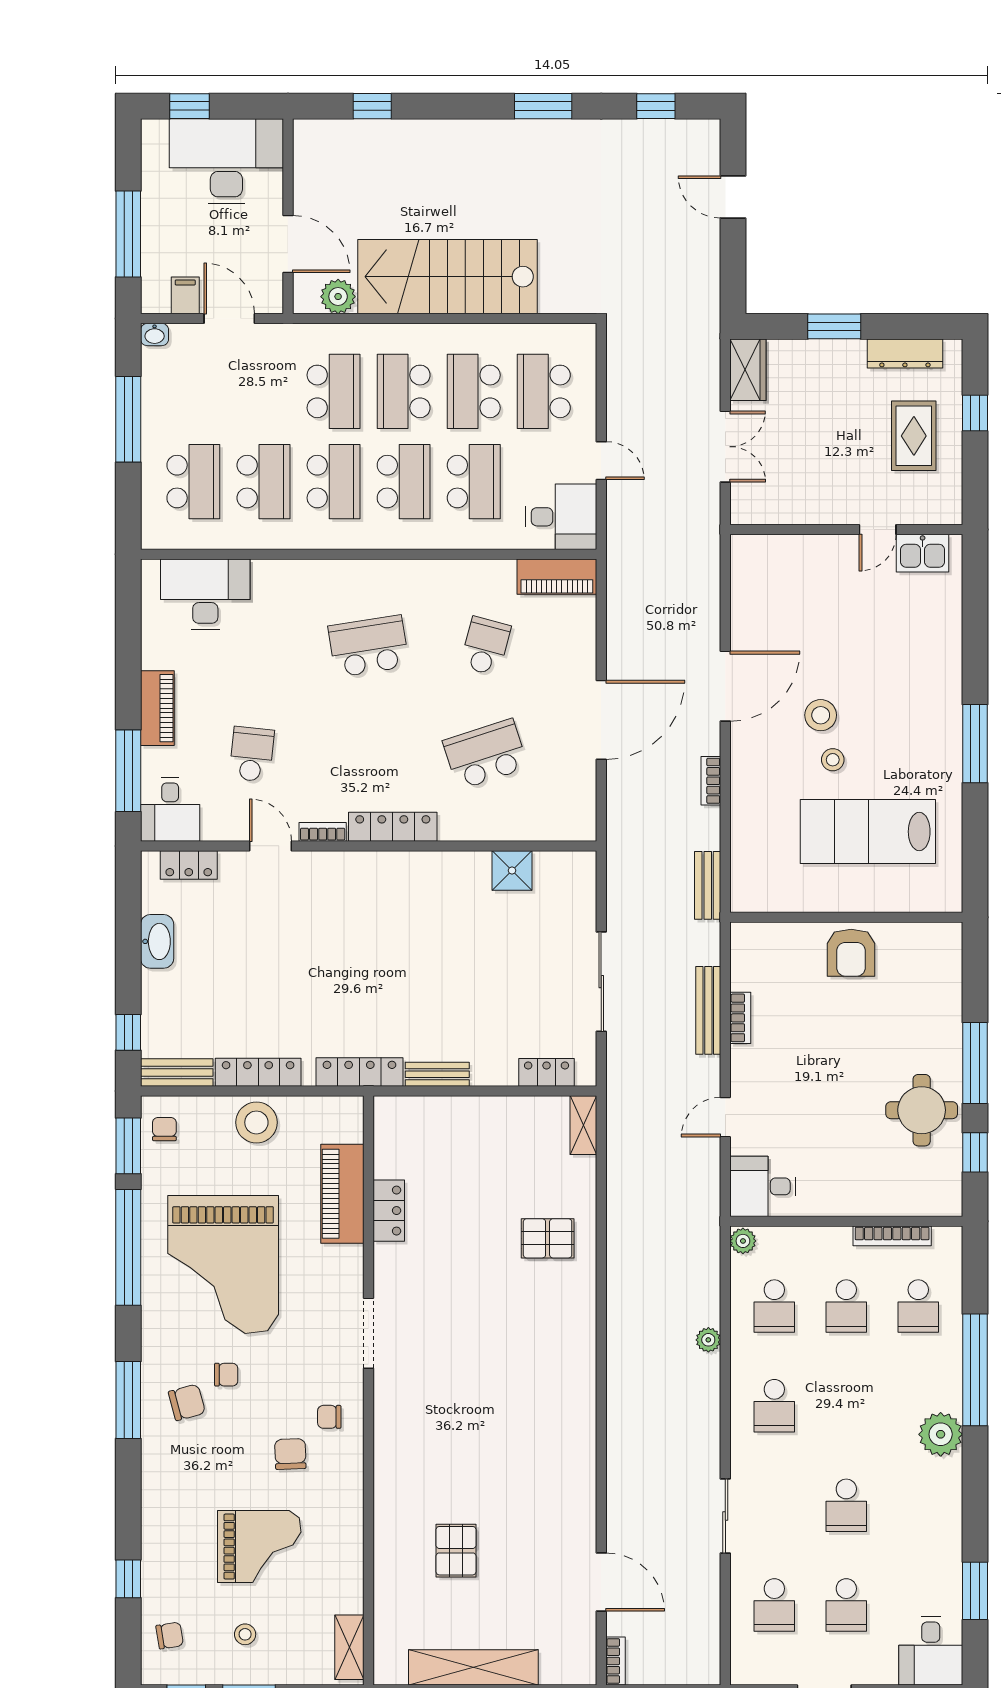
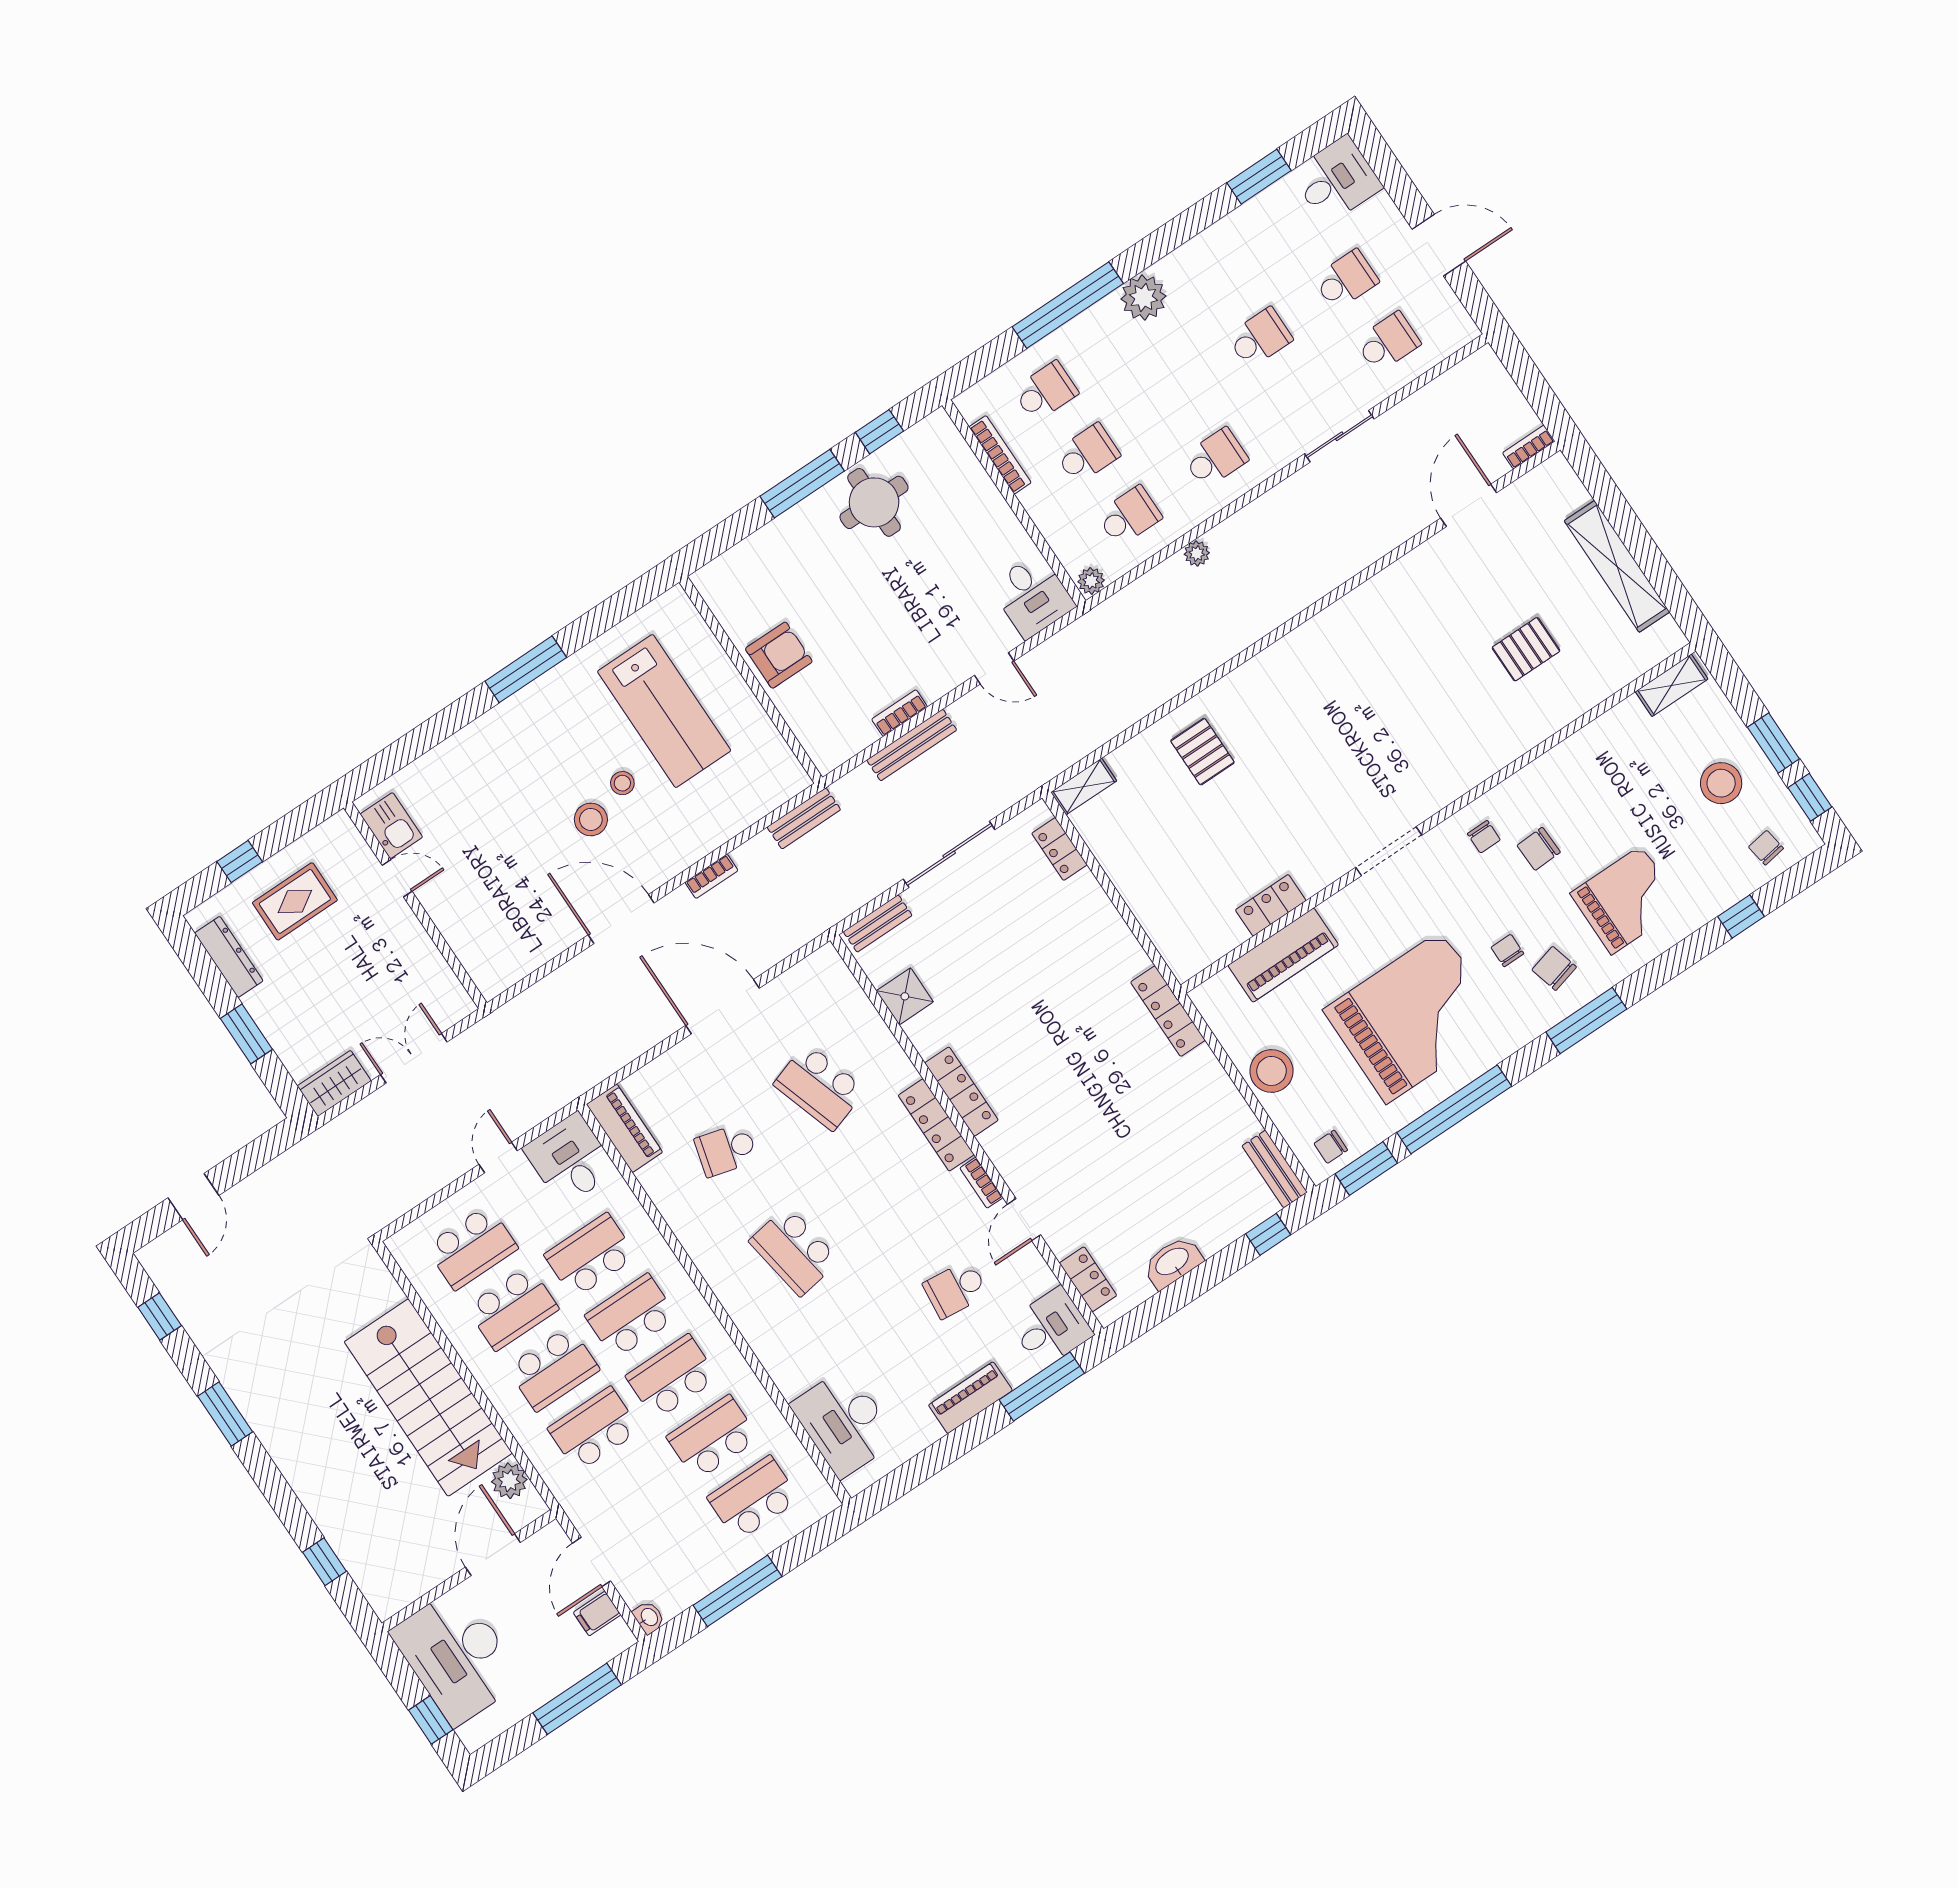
locker: (258, 1072) -> (962, 1092), moved, turned 180
bench: (437, 1074) -> (878, 924), moved, turned 90
grand piano: (259, 1547) -> (1627, 900), moved, turned 90
stool: (245, 1634) -> (1721, 783), width x1.89, depth x1.89

